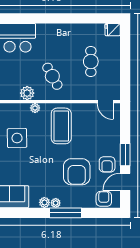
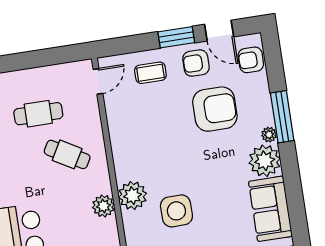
cafe table: (52, 76) -> (67, 154), moved, turned 59
plant: (35, 108) -> (133, 196), width x1.88, depth x1.88
coffee table: (61, 126) -> (150, 73), moved, width x0.54, depth x0.58
armchair: (107, 164) -> (196, 63), turned 180
plant: (44, 202) -> (265, 161), width x1.87, depth x1.87

